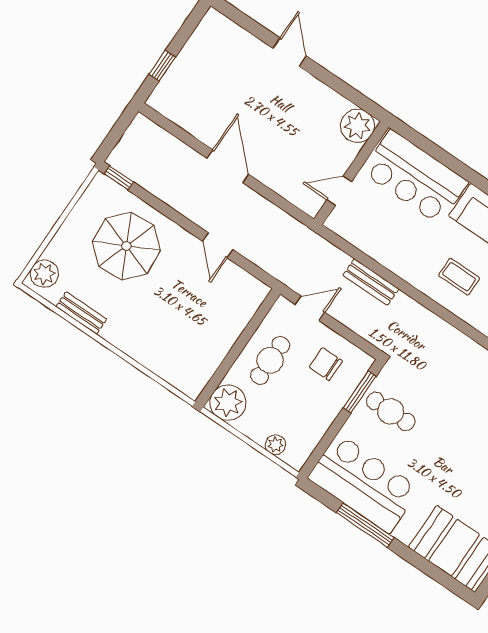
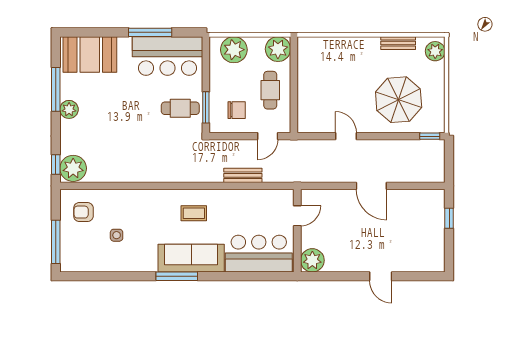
plant: (276, 445) -> (234, 50), width x1.87, depth x1.87

